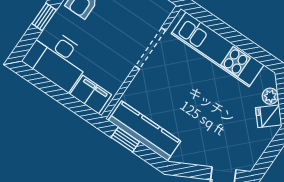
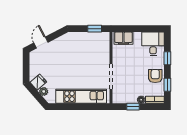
desk: (57, 59) -> (153, 44), width x0.73
kitchen counter: (145, 131) -> (89, 38), removed

